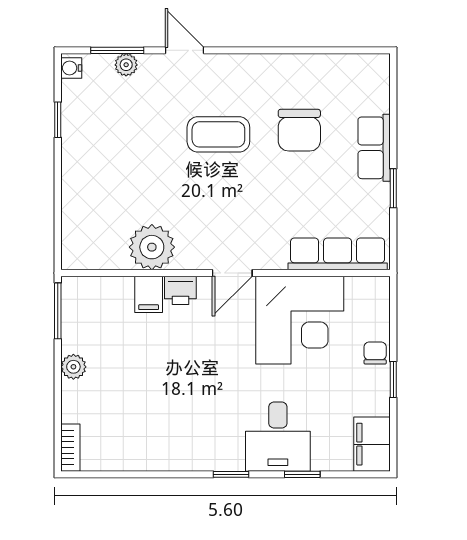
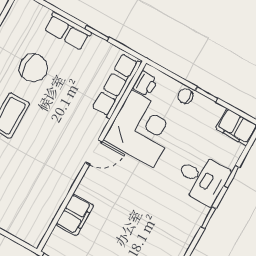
plant: (152, 247) -> (53, 190), removed
door: (232, 273) -> (94, 152), hinge flipped
printer: (180, 290) -> (145, 84), moved
filing cabinet: (149, 294) -> (75, 215), width x2.00

